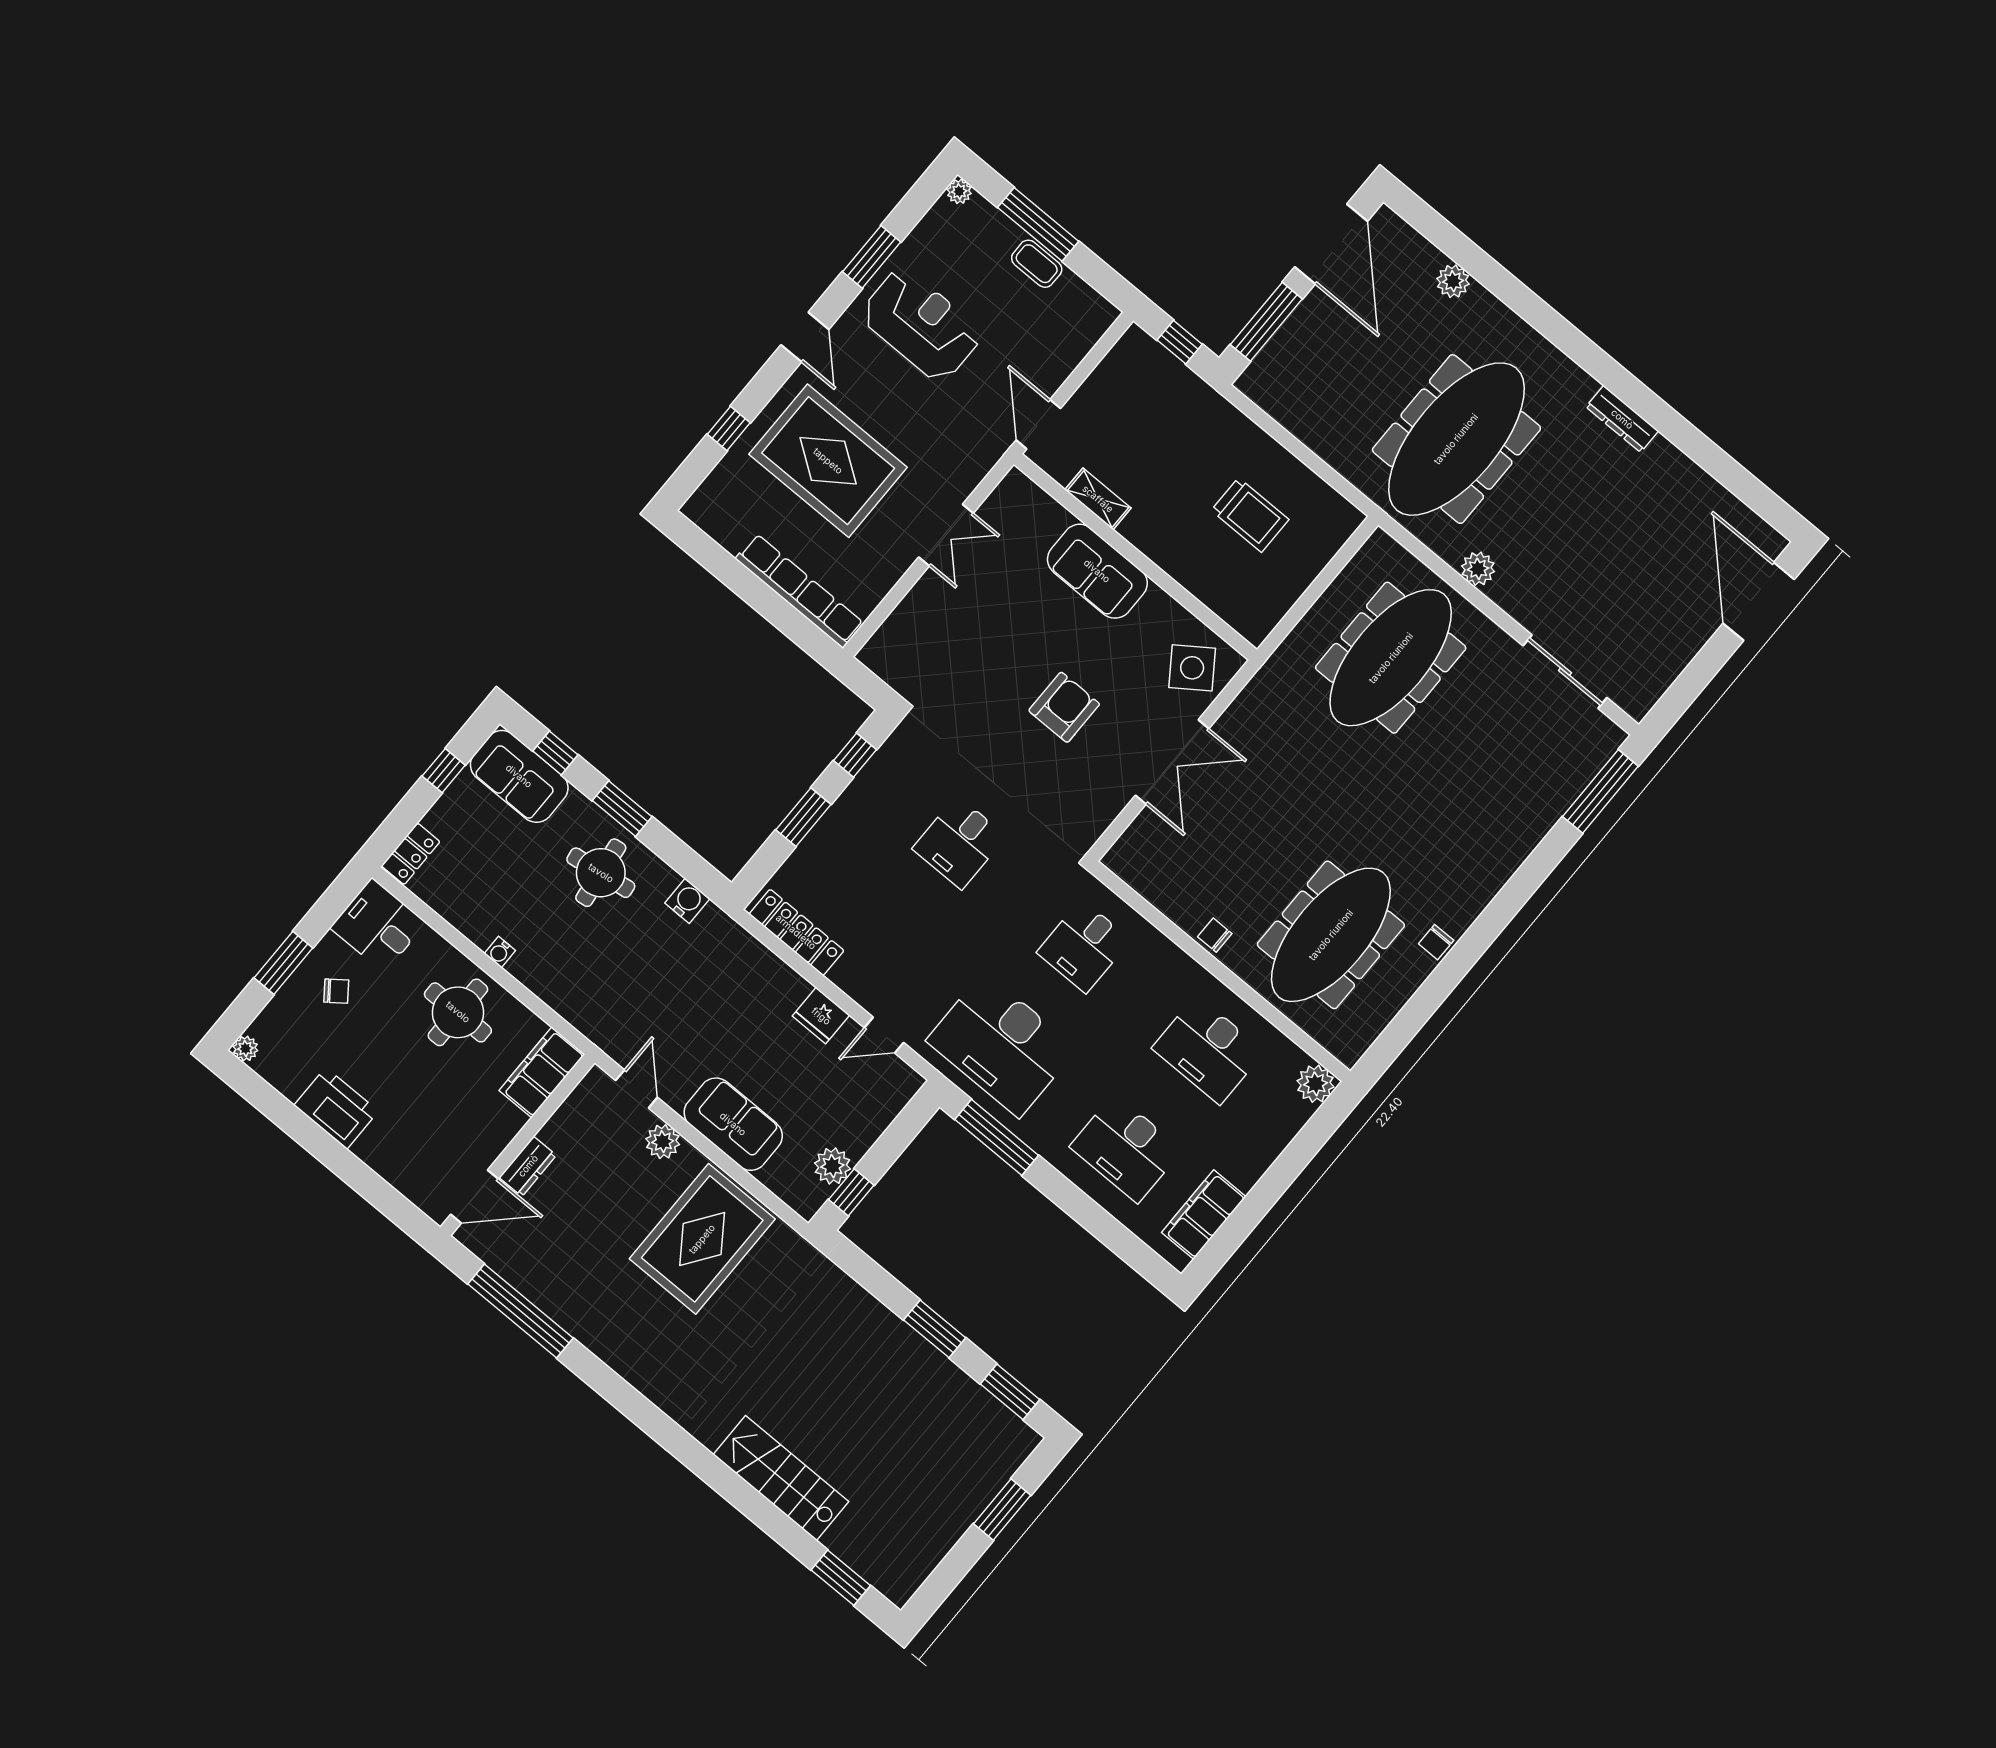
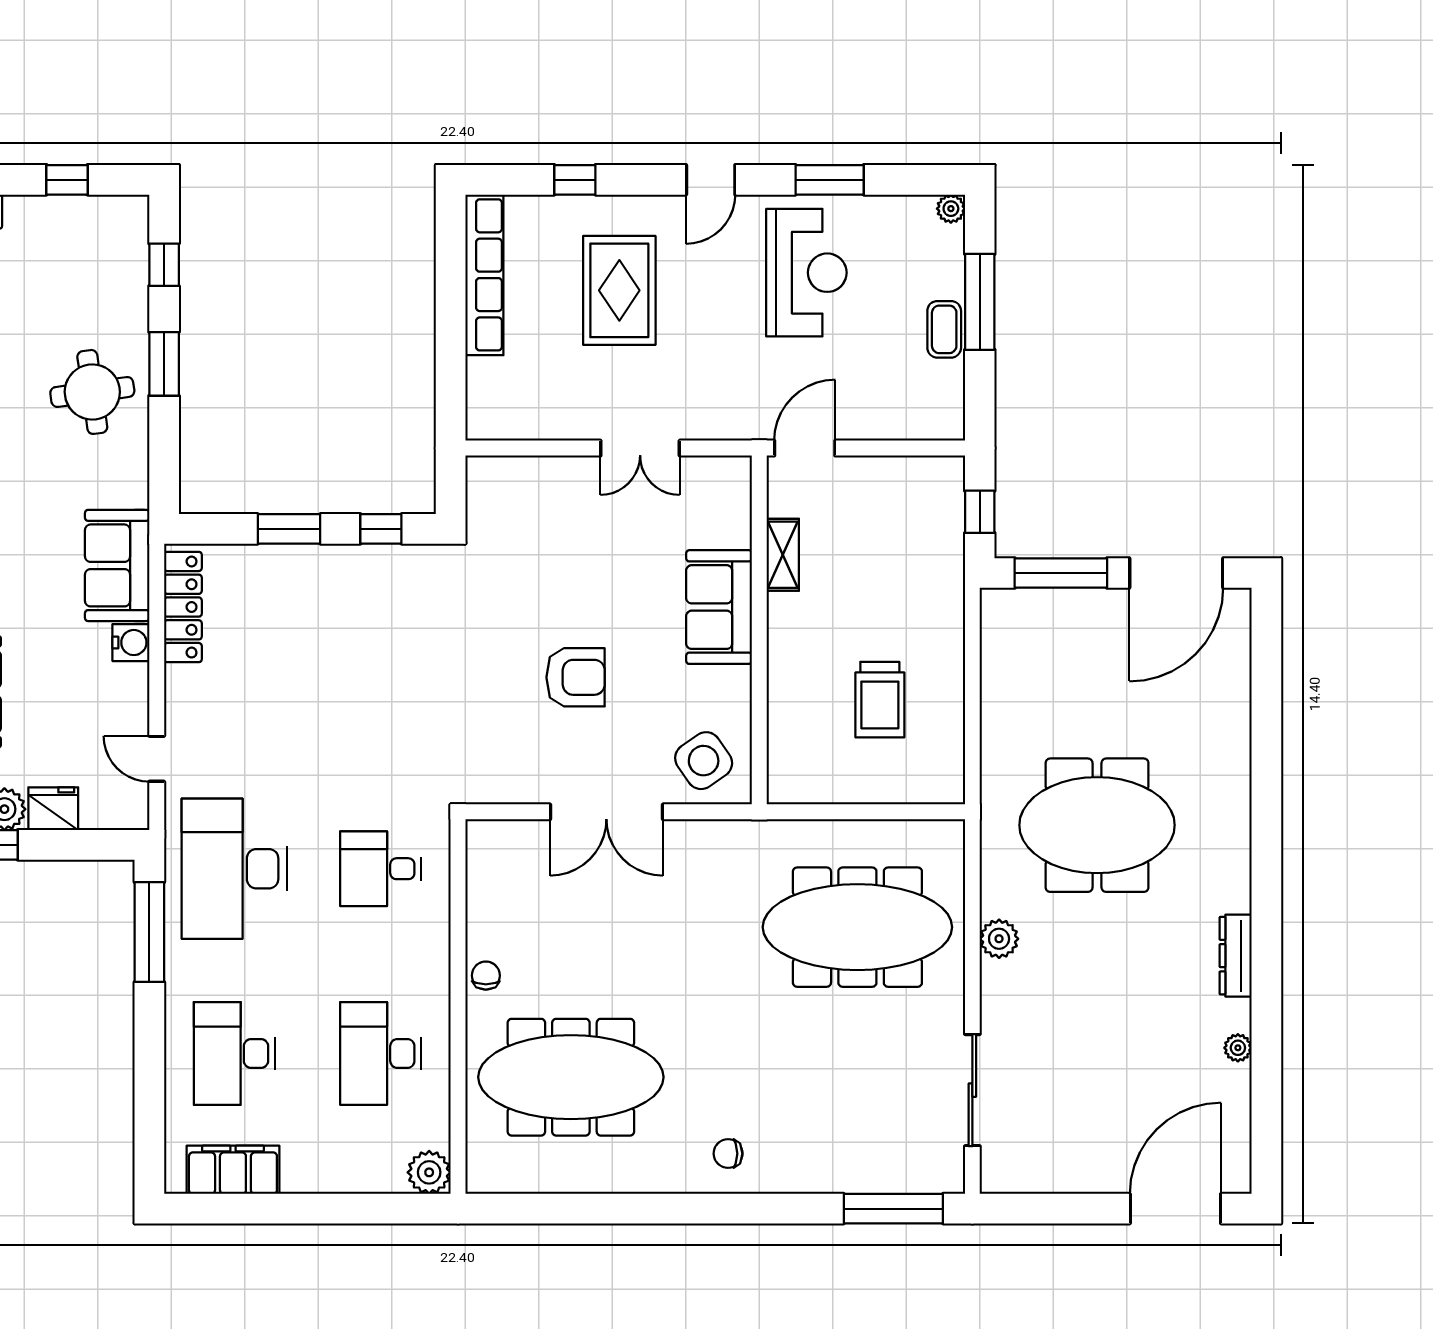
plant: (1453, 281) -> (1238, 1048), moved, width x0.73, depth x0.73
meeting table: (1456, 439) -> (1097, 825), width x0.73
rug: (828, 461) -> (619, 290), width x0.73, depth x0.69
row of seats: (799, 591) -> (484, 275), moved
sofa: (519, 776) -> (117, 565), moved
desk: (959, 842) -> (381, 684), removed
water cooler: (687, 901) -> (131, 643), moved
chair: (1436, 942) -> (728, 1154), moved
fridge: (821, 1016) -> (53, 809), moved, turned 90

